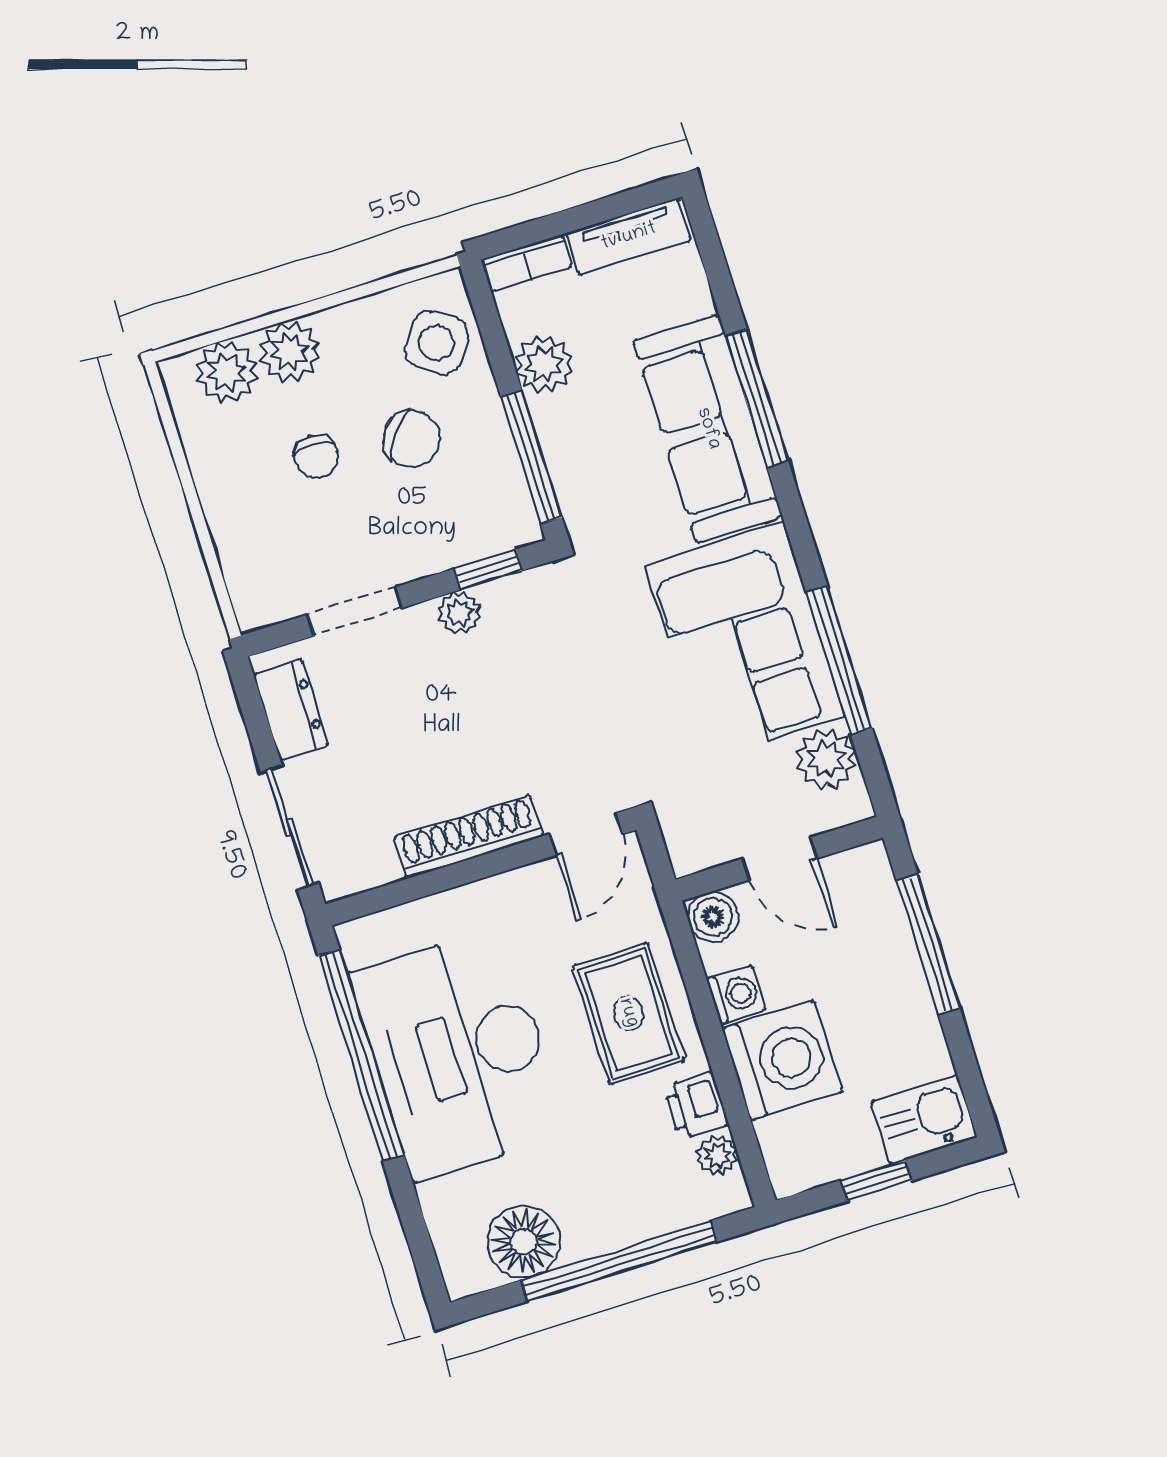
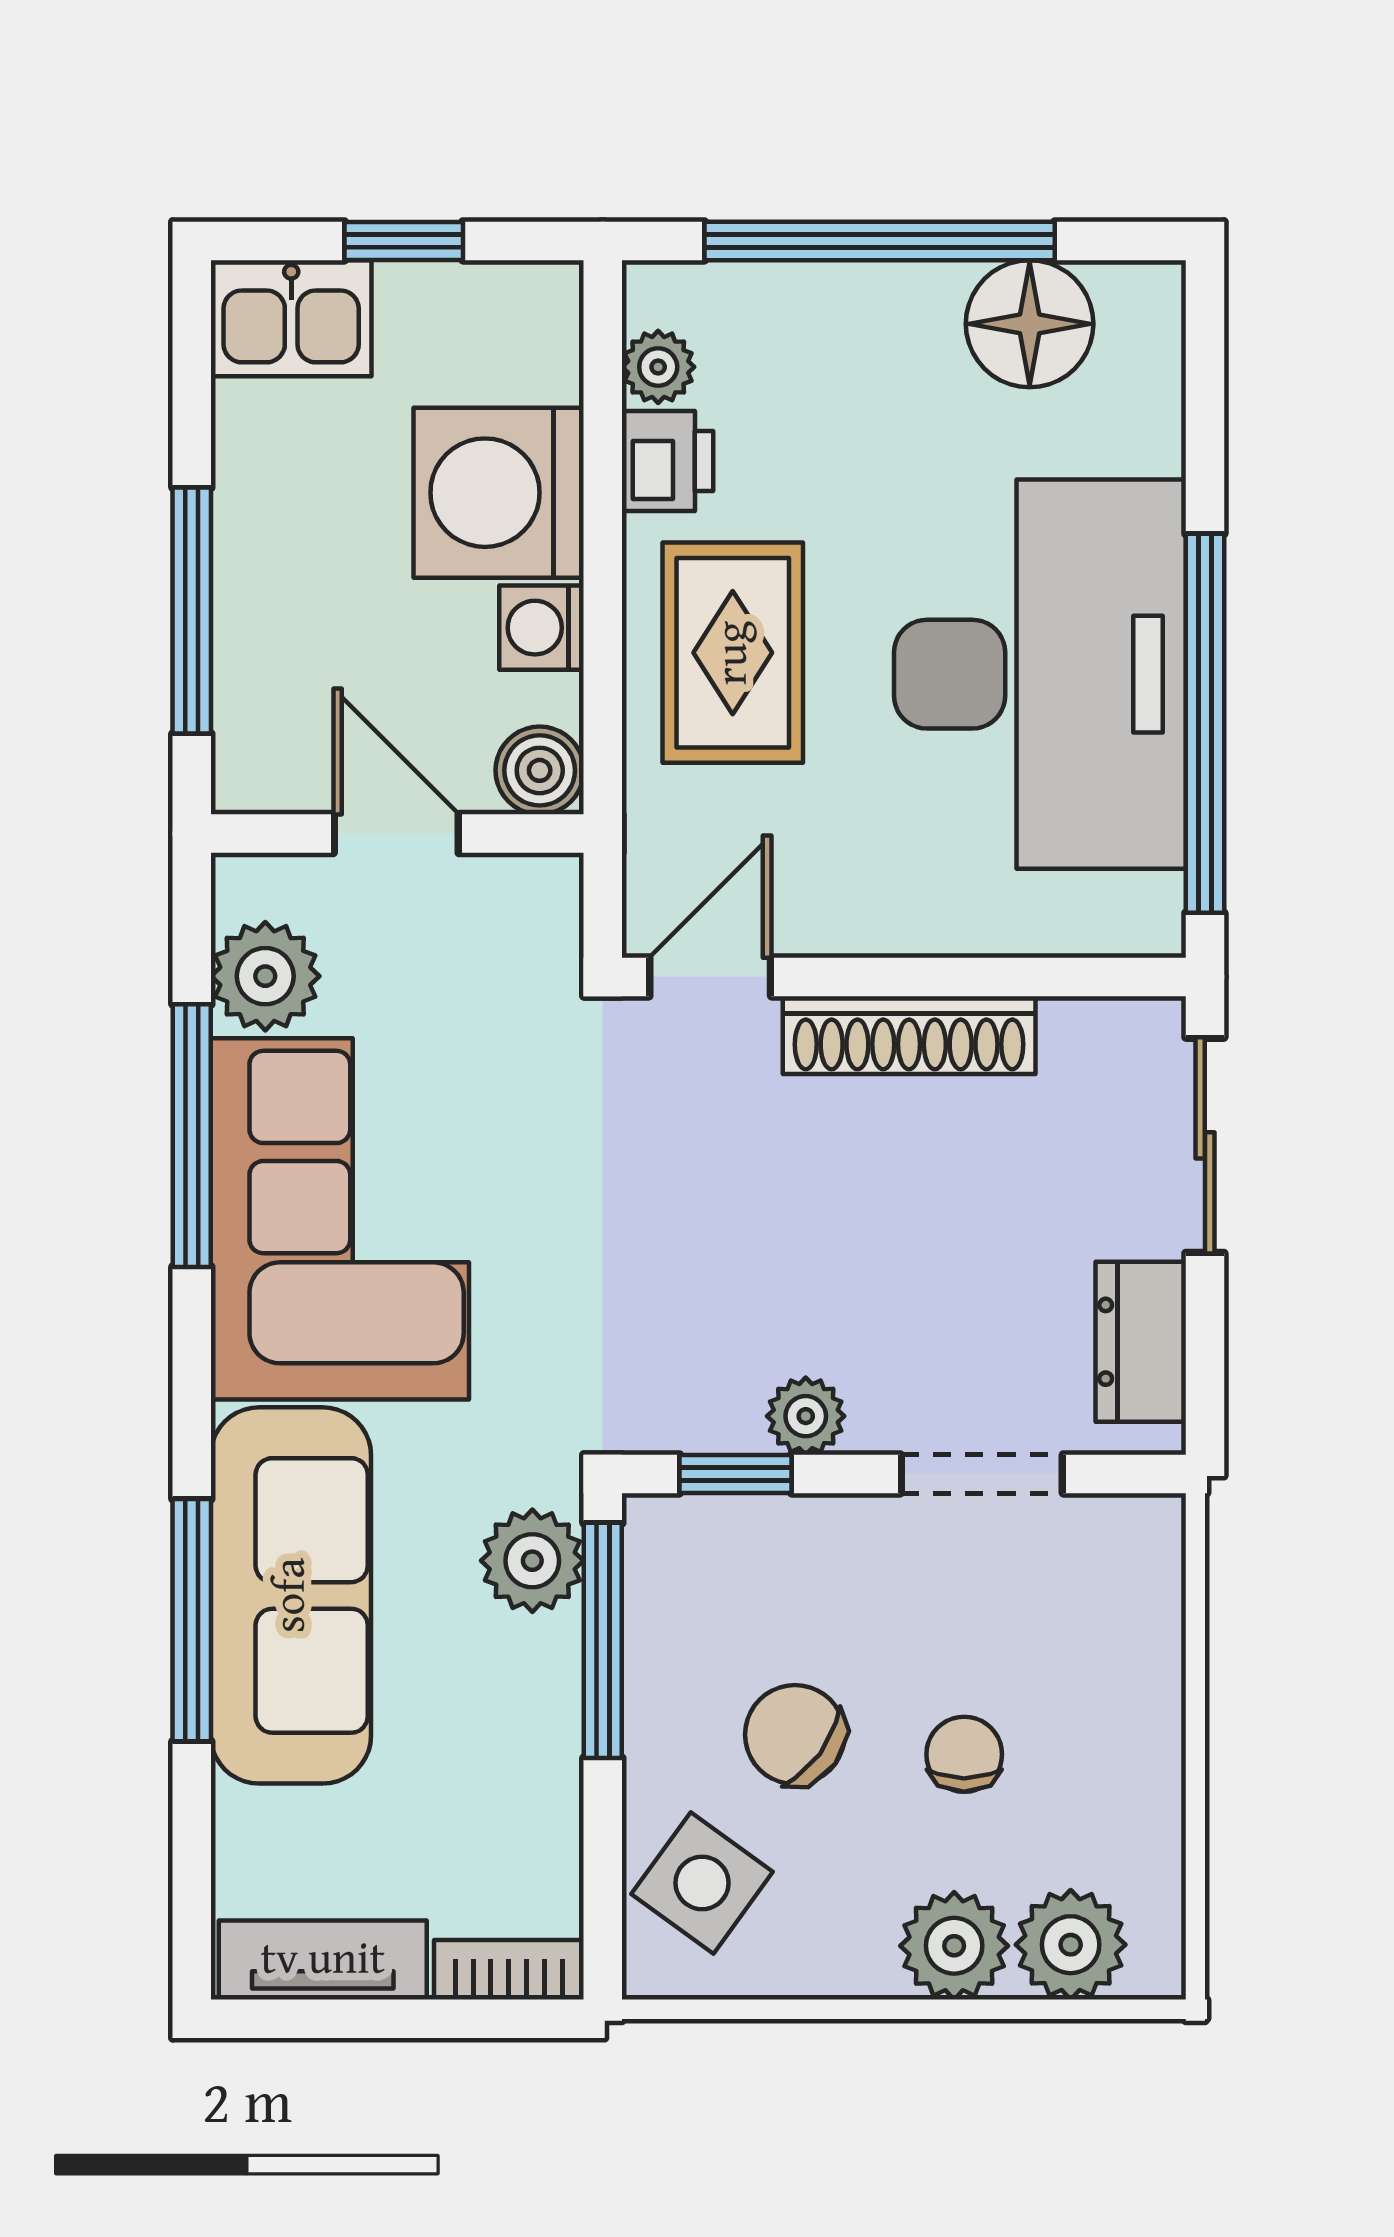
plant: (544, 364) -> (532, 1561), moved

